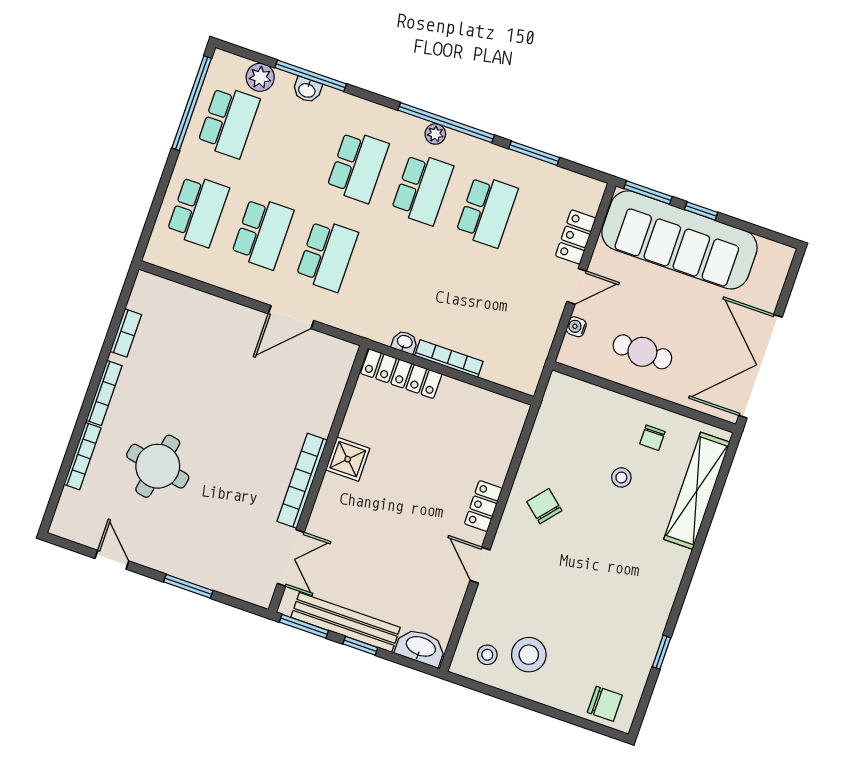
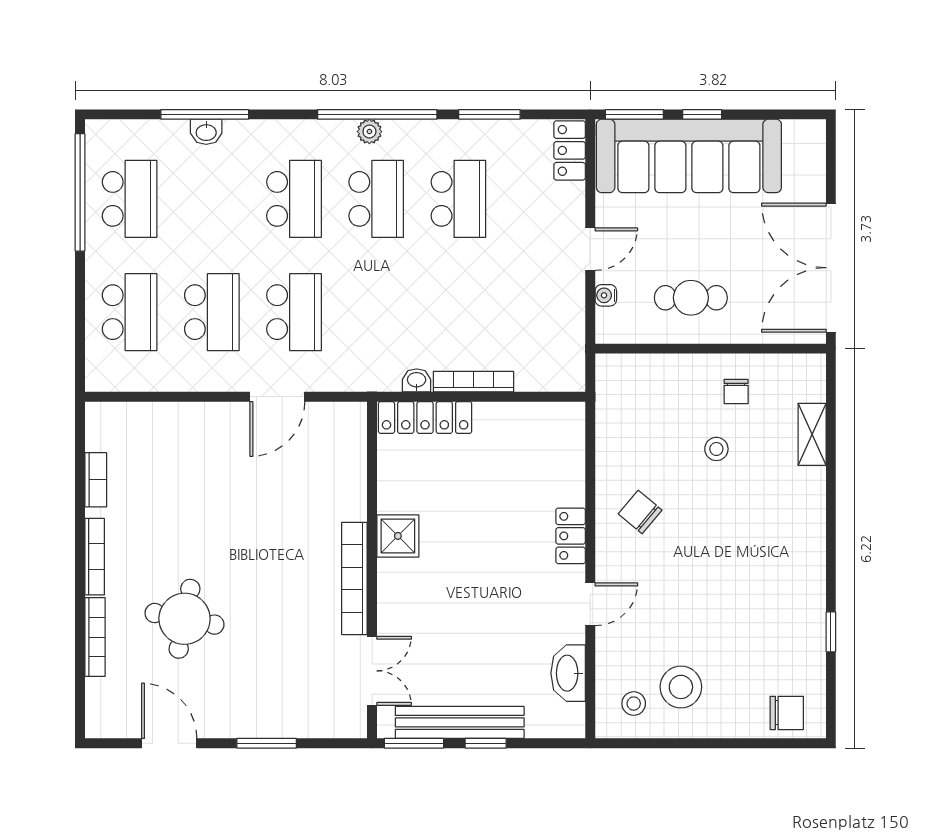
plant: (260, 77) -> (148, 136), removed
locker: (576, 237) -> (570, 150), moved
shelving: (697, 491) -> (812, 434), width x0.45, depth x0.75
door: (112, 560) -> (169, 743), width x1.38
door: (480, 565) -> (590, 604), swing flipped
washbasin: (421, 647) -> (568, 673), moved, turned -90

